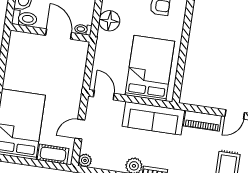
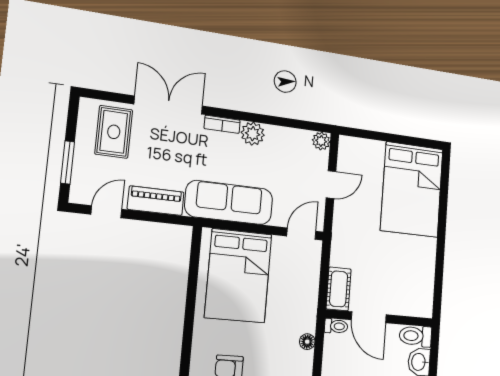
floor lamp: (109, 21) -> (307, 342), width x0.53, depth x0.53
door: (104, 95) -> (301, 234), swing flipped
cot: (53, 154) -> (339, 289), moved, turned 90

